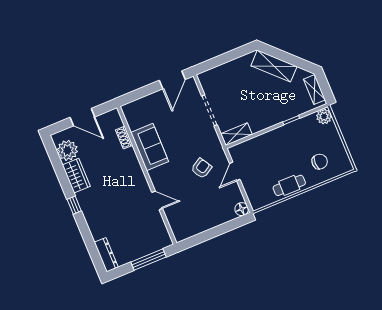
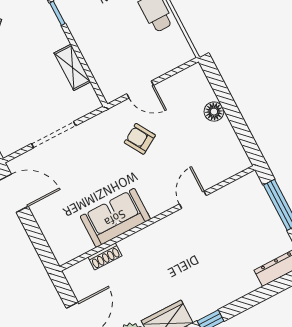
shelving: (236, 134) -> (72, 67), moved
floor lamp: (242, 209) -> (214, 112), moved

